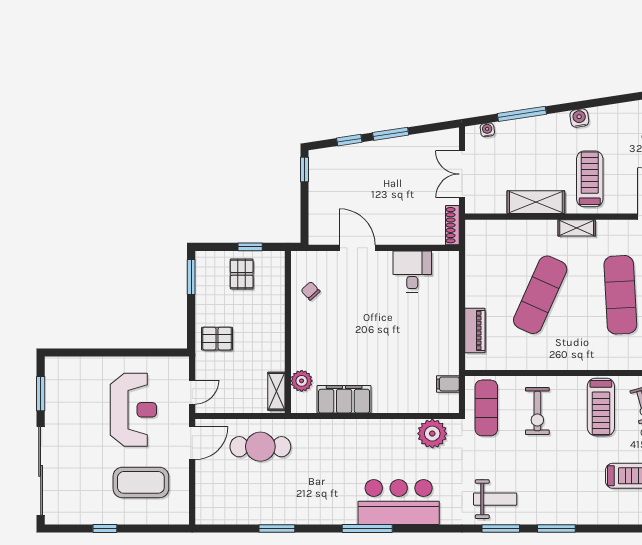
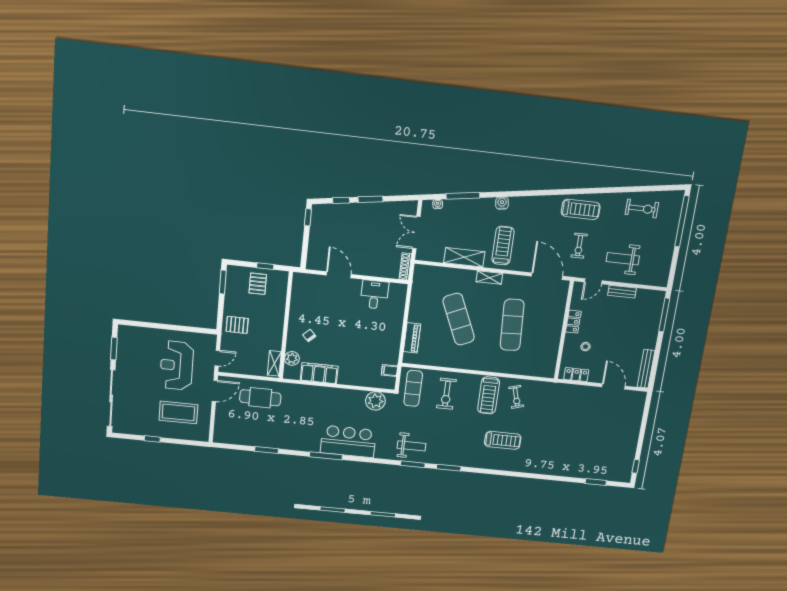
chair: (310, 291) -> (309, 335), moved
exercise mat: (540, 295) -> (459, 319), turned -48
reception desk: (133, 410) -> (177, 365), turned 180

